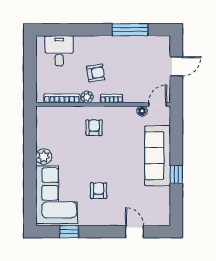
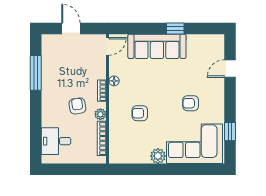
door: (158, 104) -> (108, 46), swing flipped
floor lamp: (142, 111) -> (114, 81), moved
armchair: (94, 128) -> (140, 113), moved

